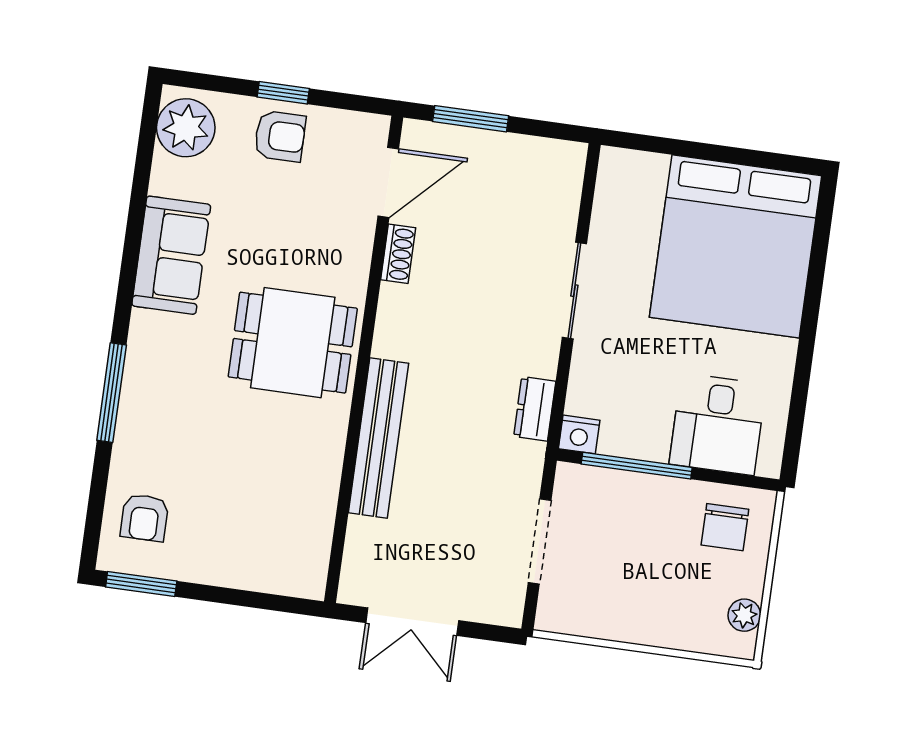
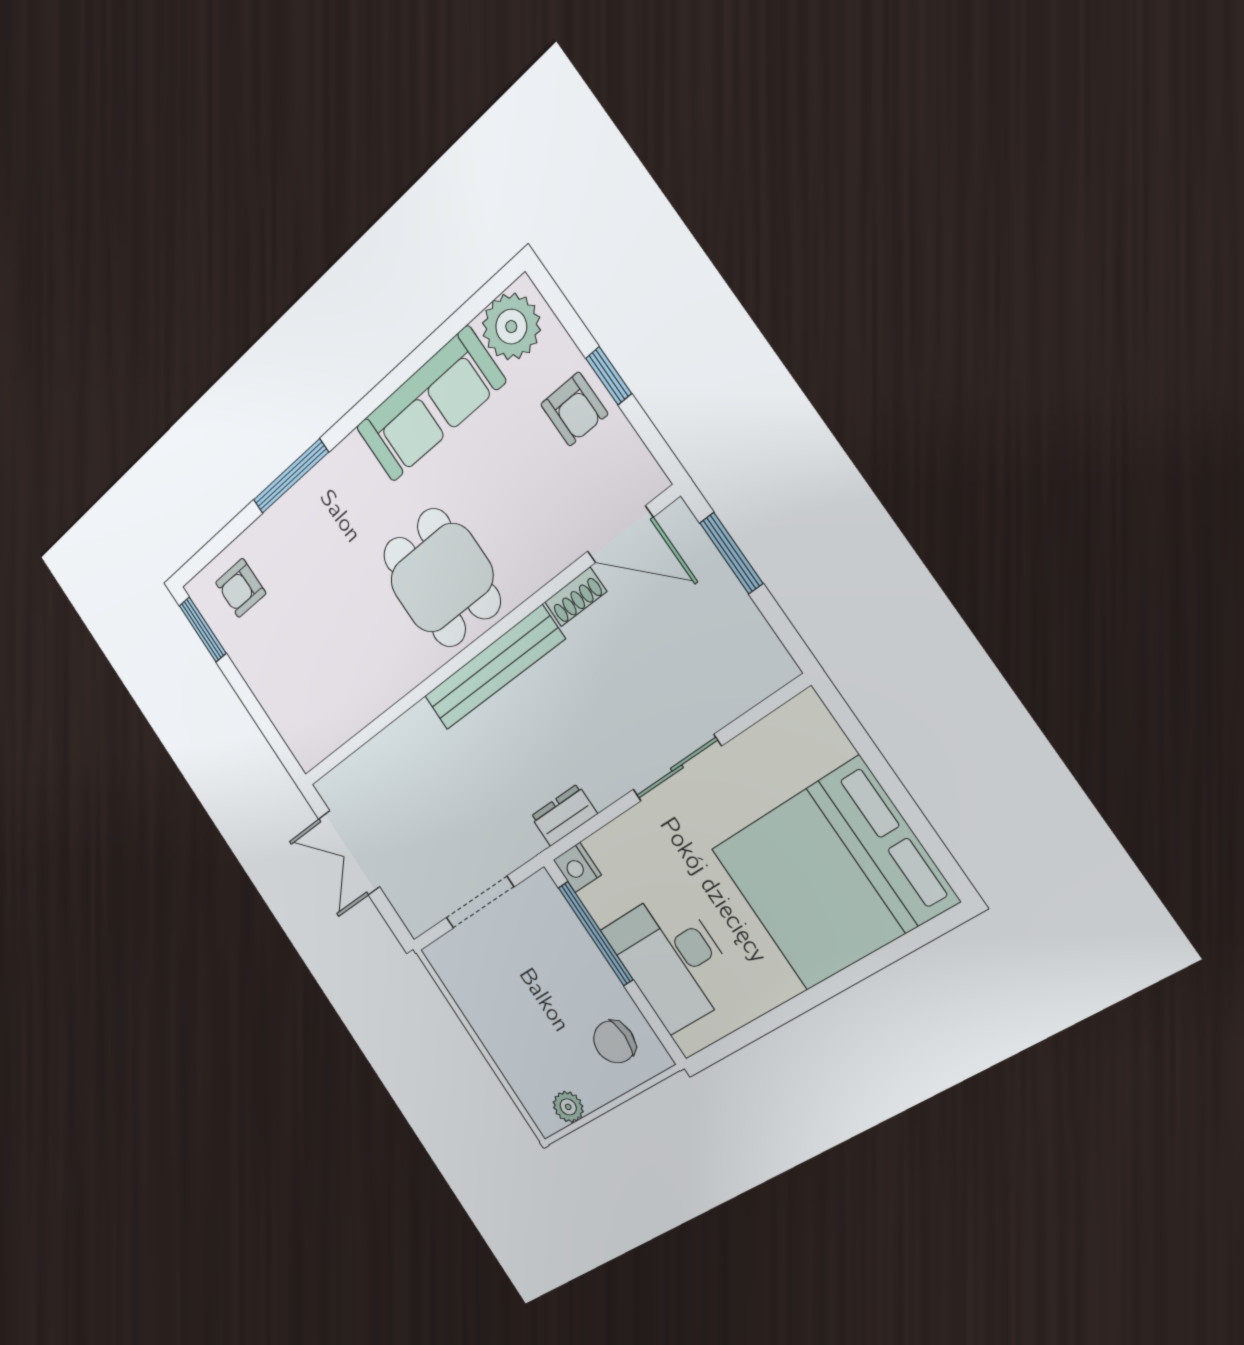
sofa: (171, 255) -> (430, 405), width x1.36
desk: (718, 424) -> (672, 960), width x1.37
bench: (378, 438) -> (494, 668), moved

